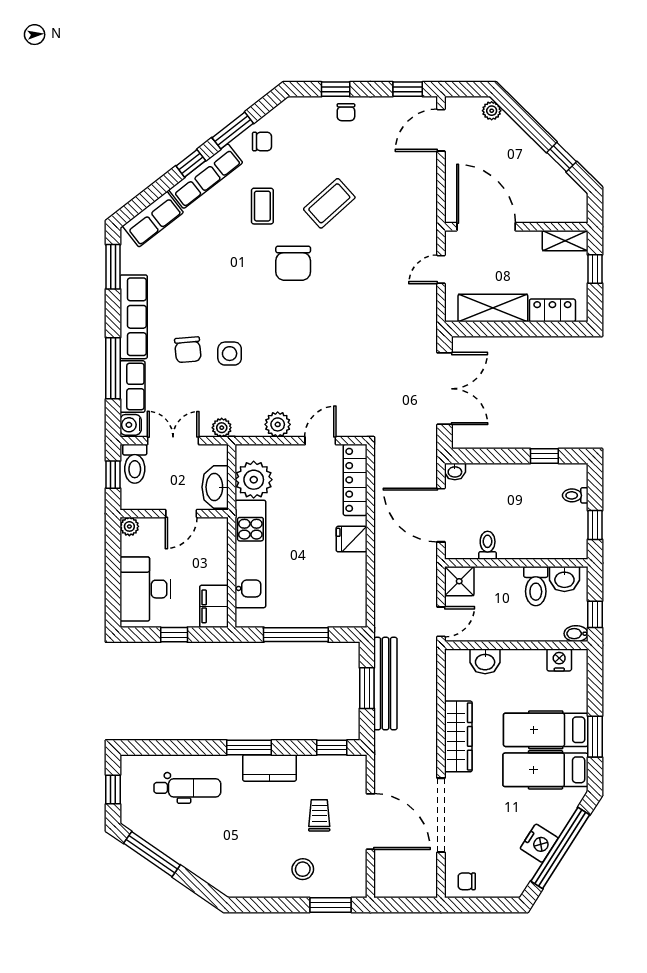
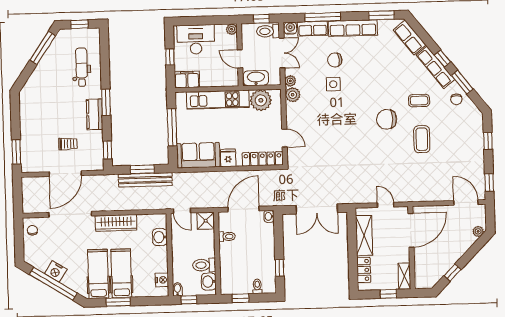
chair: (346, 112) -> (475, 147), removed
coffee table: (329, 203) -> (422, 139), turned 42
plant: (278, 424) -> (293, 95), moved
sofa: (346, 591) -> (198, 155), added
dental chair: (187, 788) -> (82, 67), turned 180
stool: (303, 869) -> (37, 135), removed

